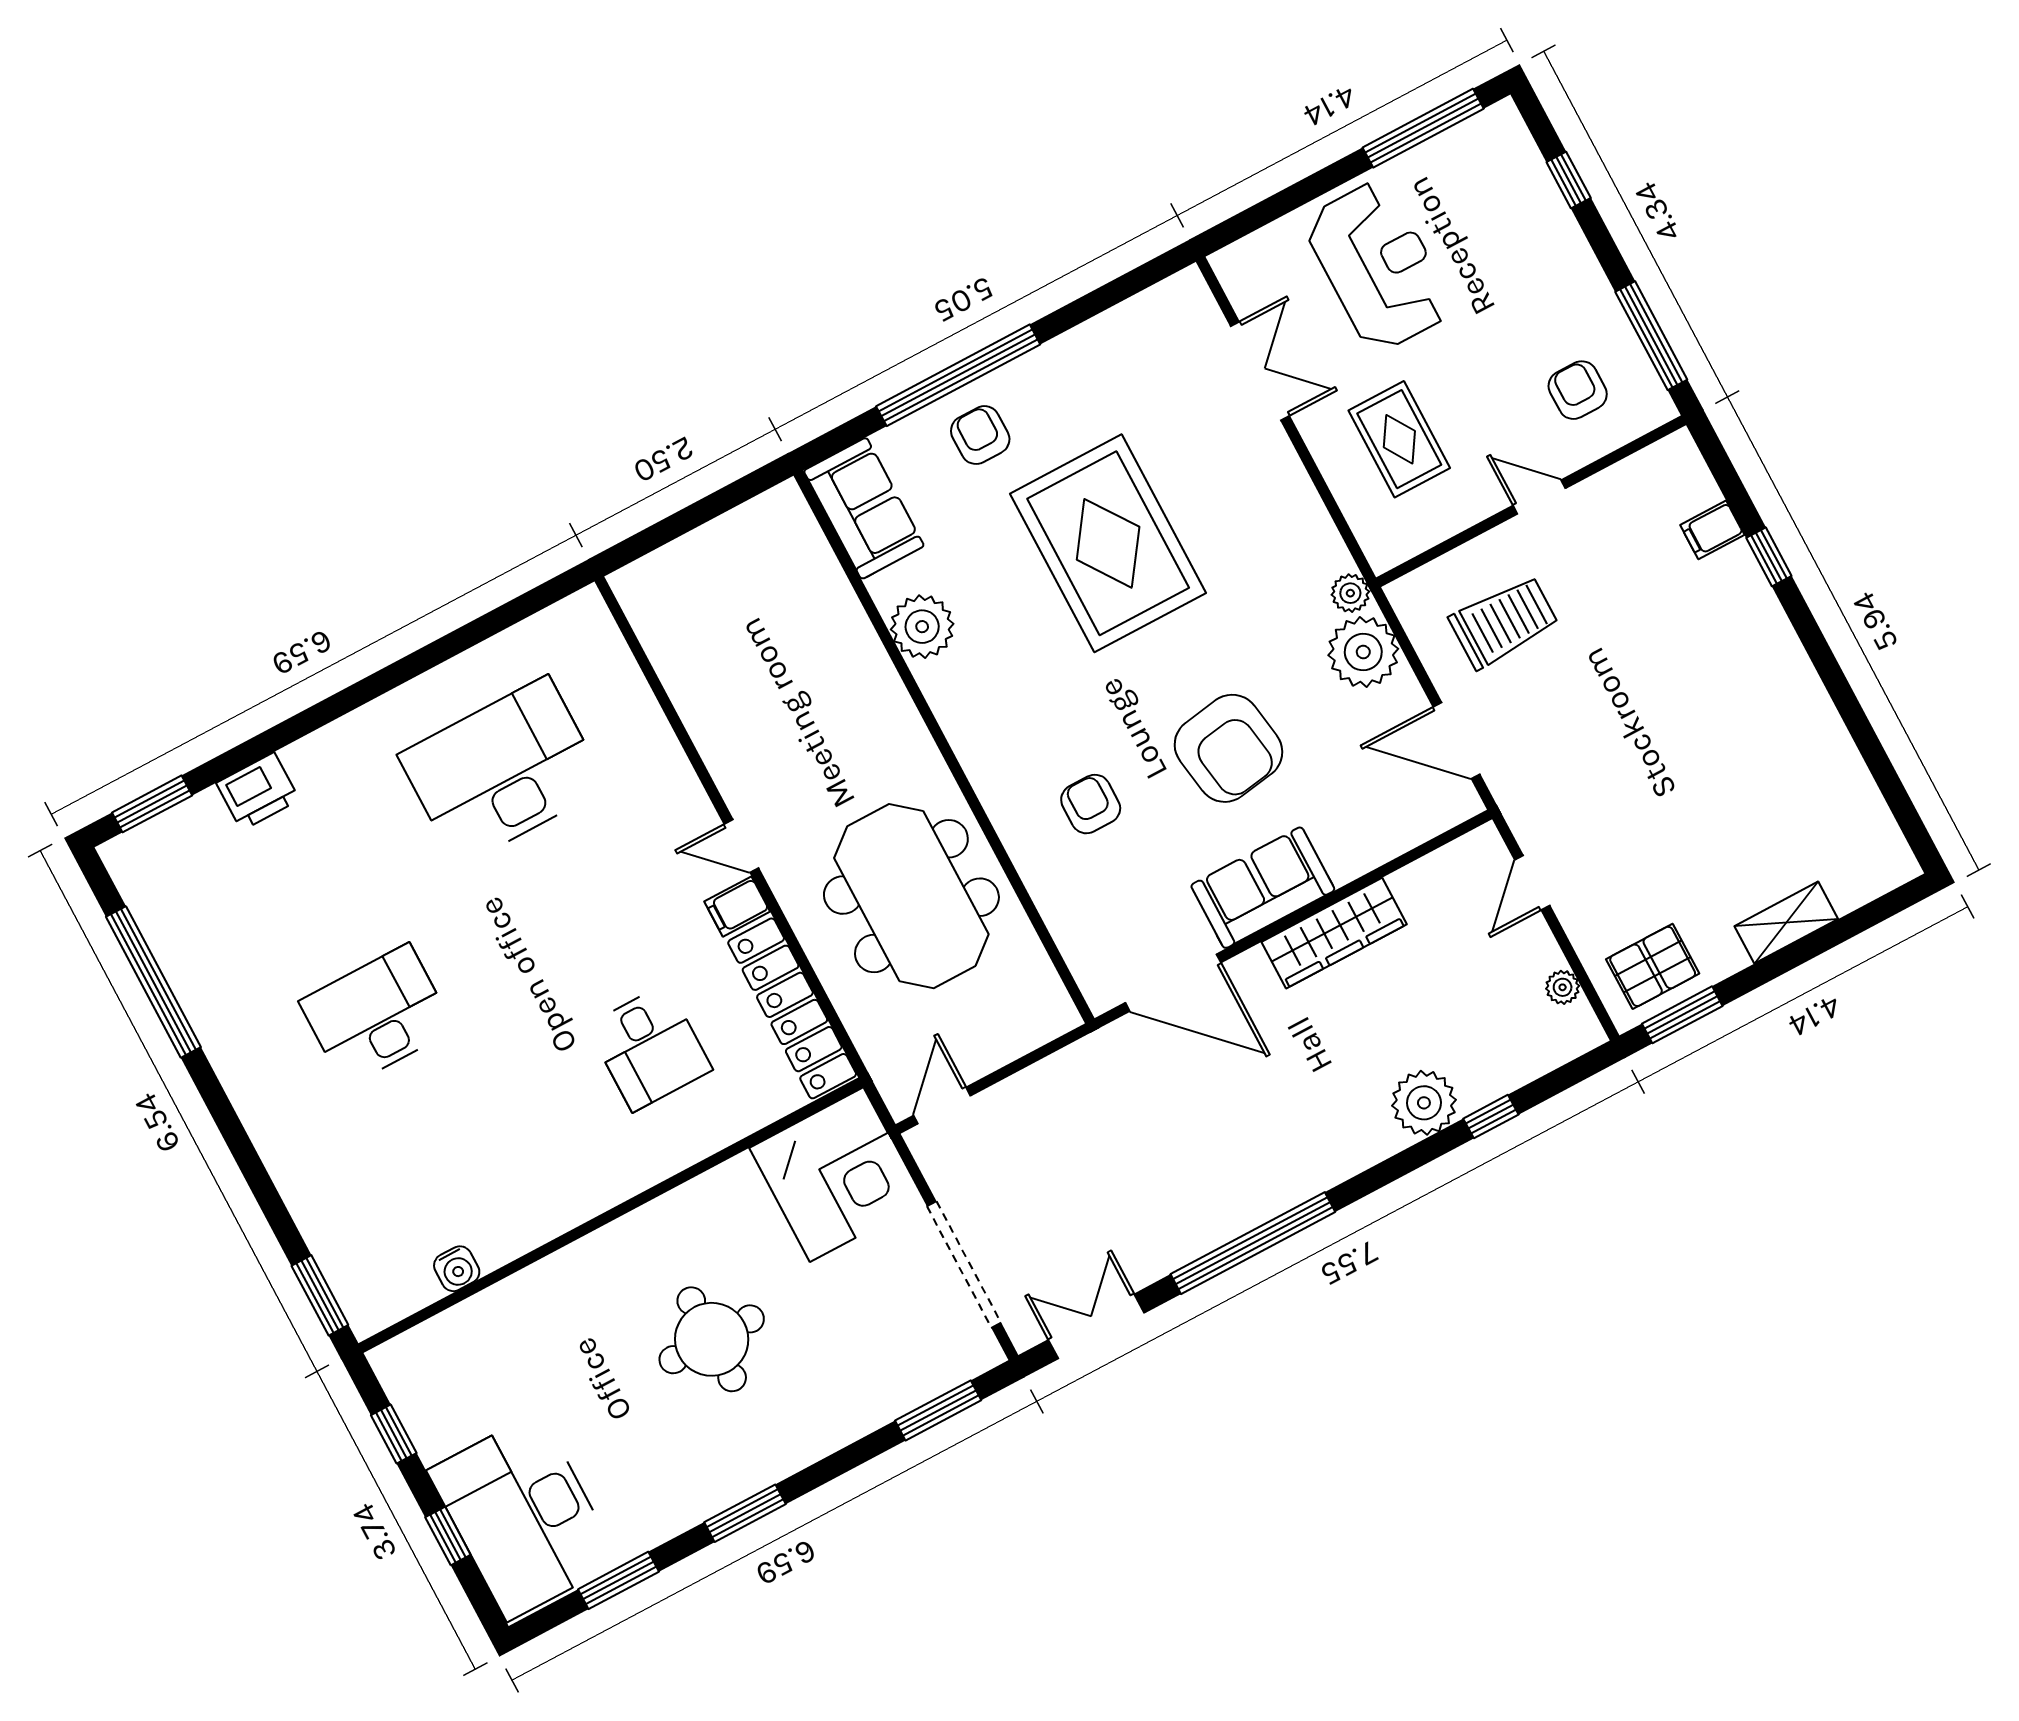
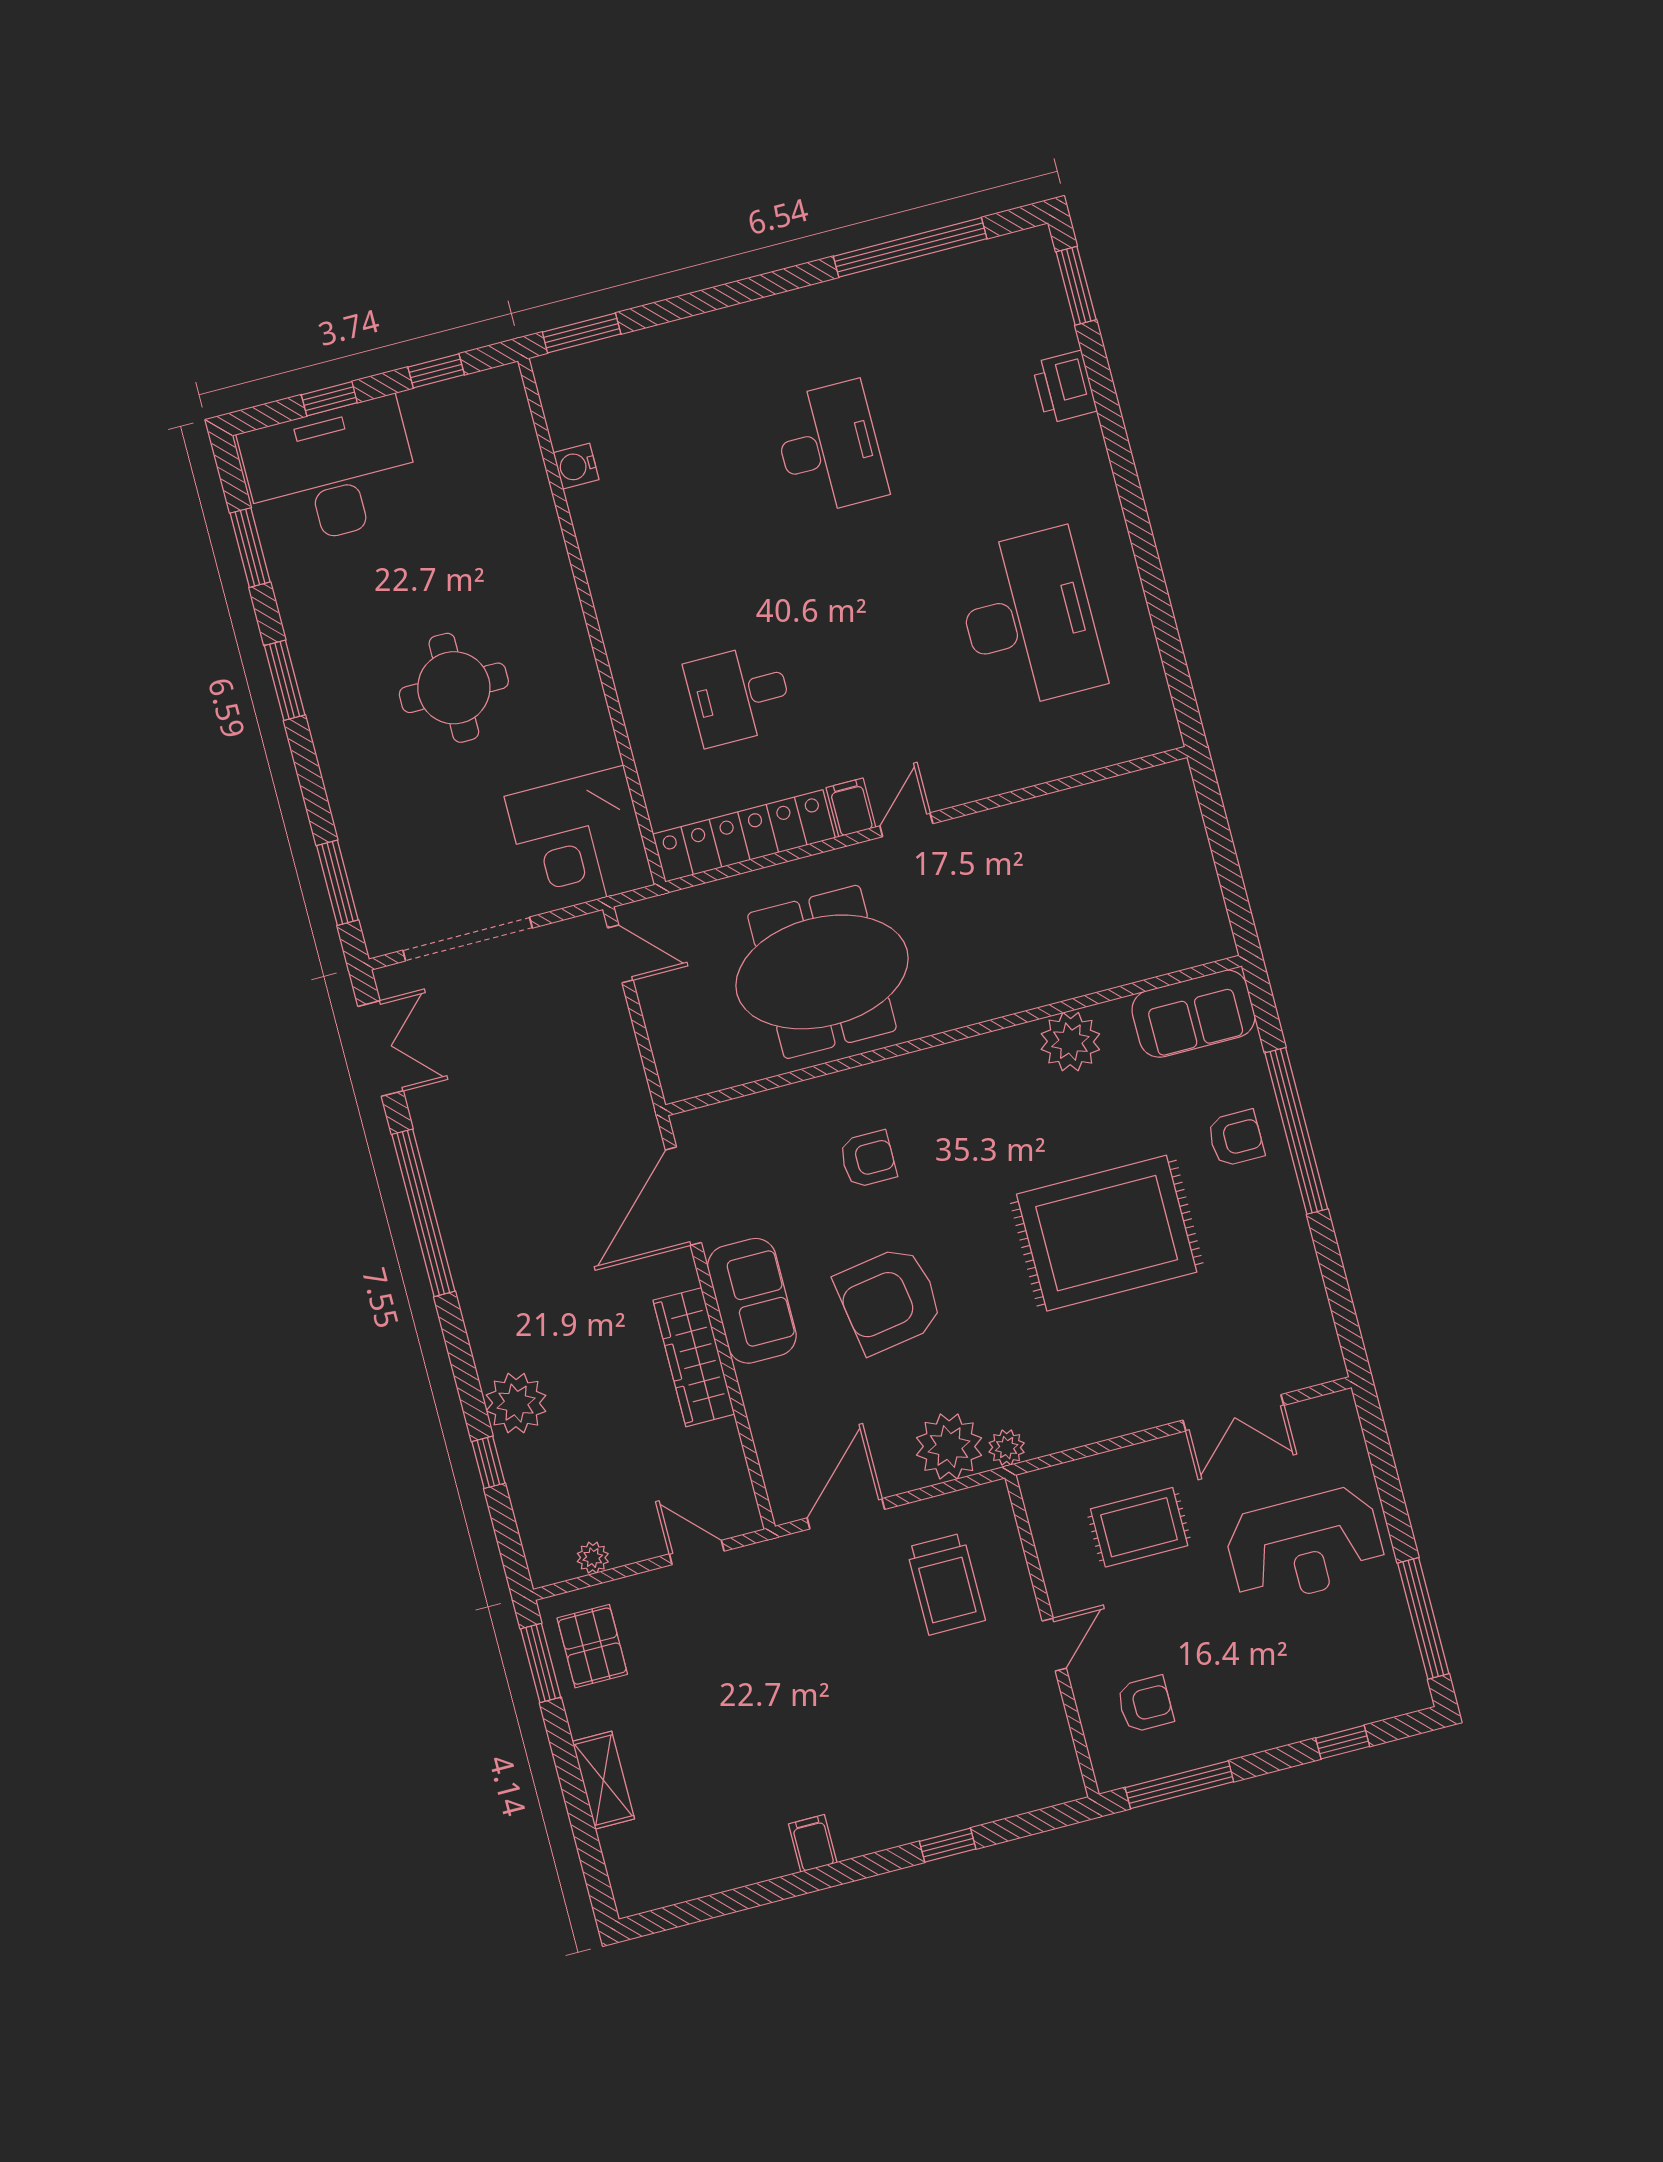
filing cabinet: (1712, 530) -> (813, 1843), moved

